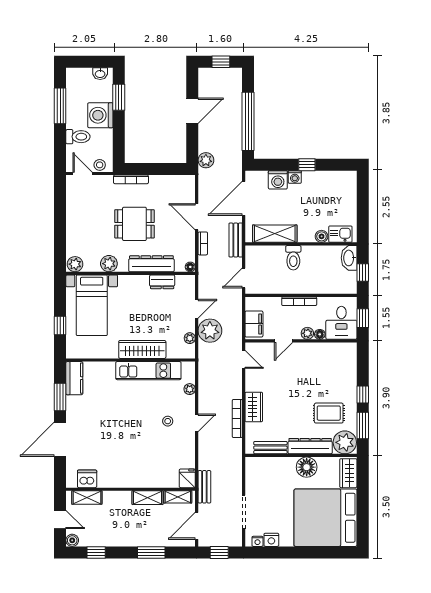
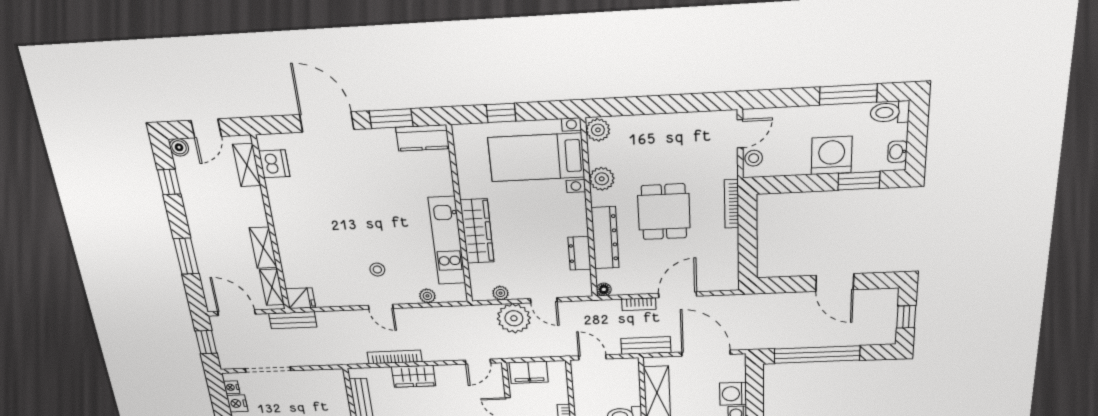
toilet: (78, 137) -> (890, 112), moved, turned 90
plant: (206, 160) -> (761, 303), removed

